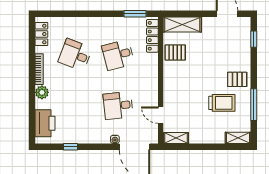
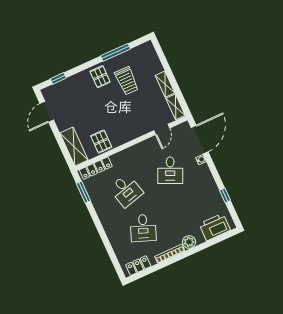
trolley: (222, 103) -> (127, 81), turned 180
desk: (118, 106) -> (170, 170), turned 30
shelving: (238, 138) -> (165, 84), moved

